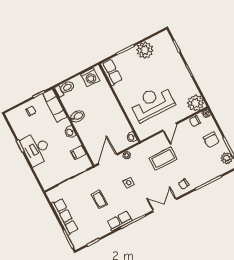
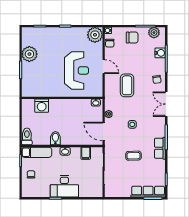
row of seats: (111, 72) -> (33, 91), removed
washing machine: (90, 77) -> (42, 106), moved, turned 90
reception desk: (152, 103) -> (76, 70), turned 180
water cooler: (210, 174) -> (160, 53), added
row of seats: (65, 217) -> (148, 192), moved

